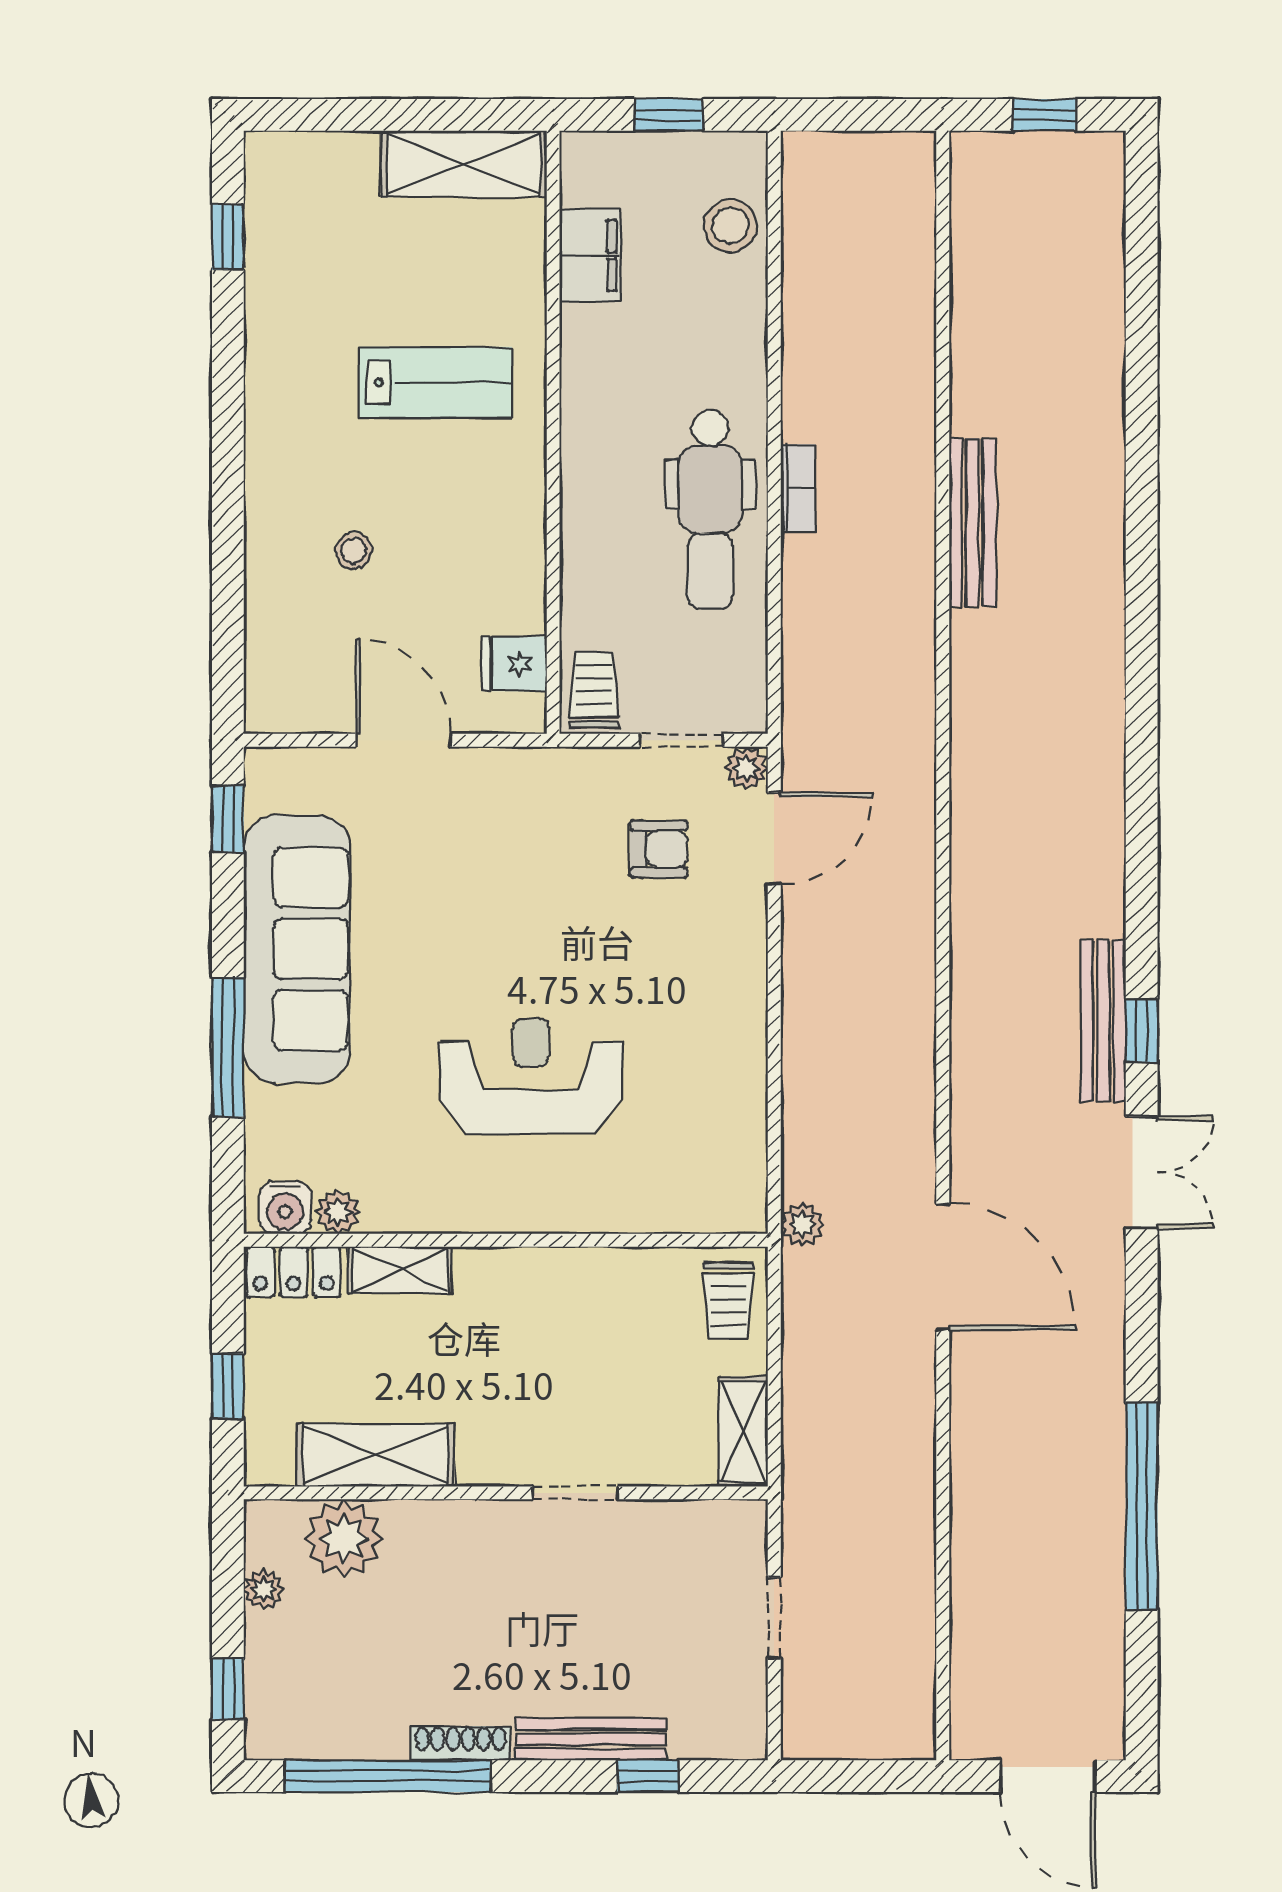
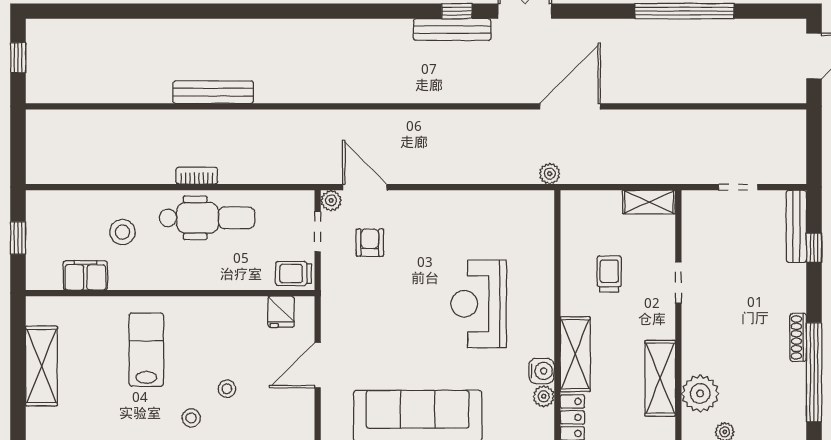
shelving: (464, 164) -> (42, 366), moved
stool: (730, 226) -> (122, 232), moved
stool: (292, 476) -> (191, 418), added
water cooler: (285, 1208) -> (542, 371), moved
shelving: (400, 1270) -> (575, 354), width x1.50, depth x1.33
trolley: (728, 1301) -> (609, 274), moved, turned -90
bench: (590, 1739) -> (796, 226), moved

